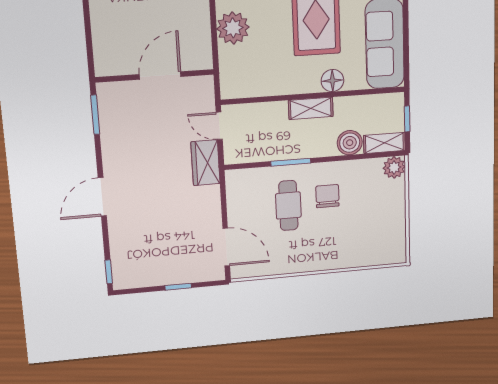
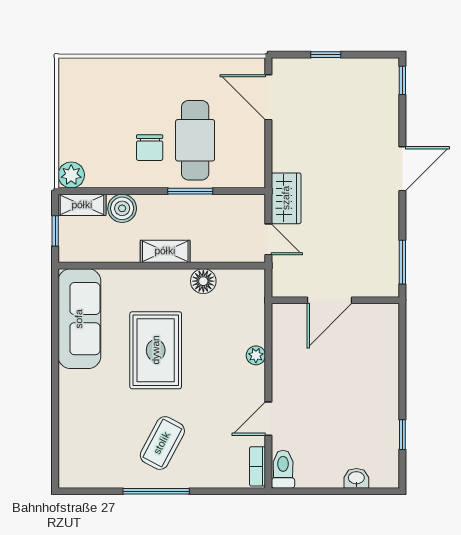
plant: (233, 28) -> (256, 355), width x0.53, depth x0.53
floor lamp: (332, 81) -> (203, 281), moved
cafe table: (288, 206) -> (195, 140), width x1.37, depth x1.35

